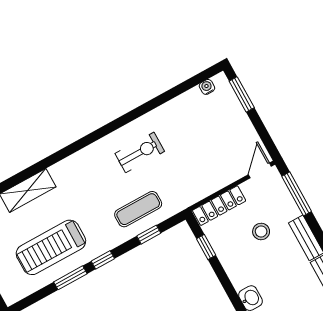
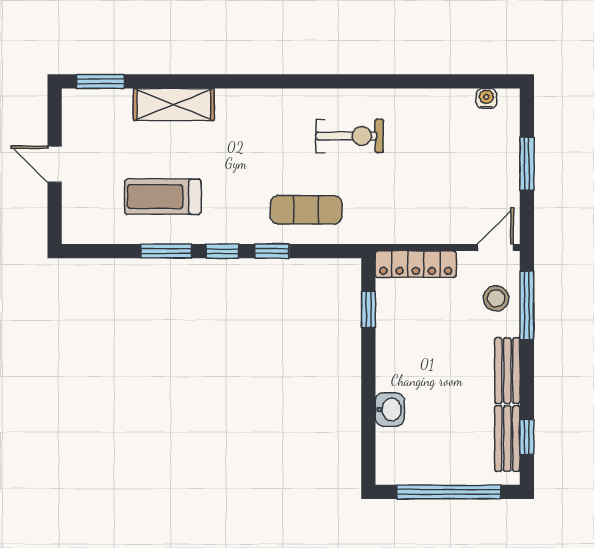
window: (242, 94) -> (527, 164), moved
stool: (261, 232) -> (496, 298), moved
window: (149, 235) -> (272, 251), moved
treadmill: (51, 247) -> (163, 197), width x0.73, depth x0.73

